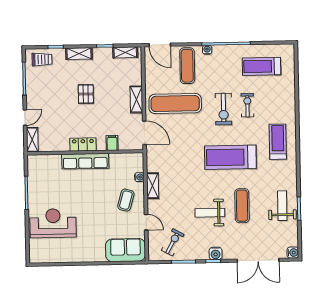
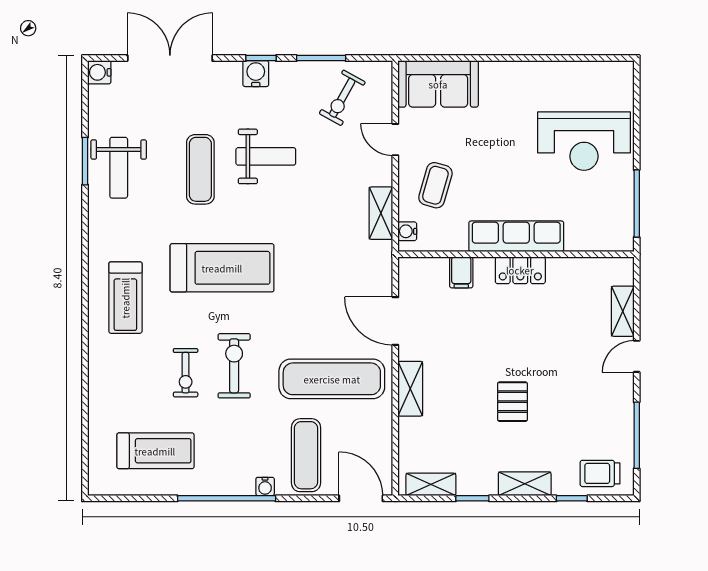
filing cabinet: (112, 143) -> (461, 272), moved
locker: (83, 144) -> (520, 270), moved
wall: (85, 152) -> (516, 254), moved
row of seats: (85, 161) -> (516, 236), moved

